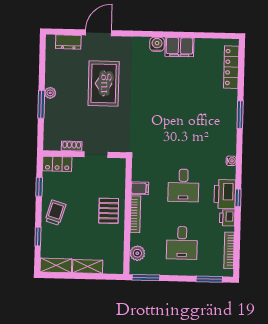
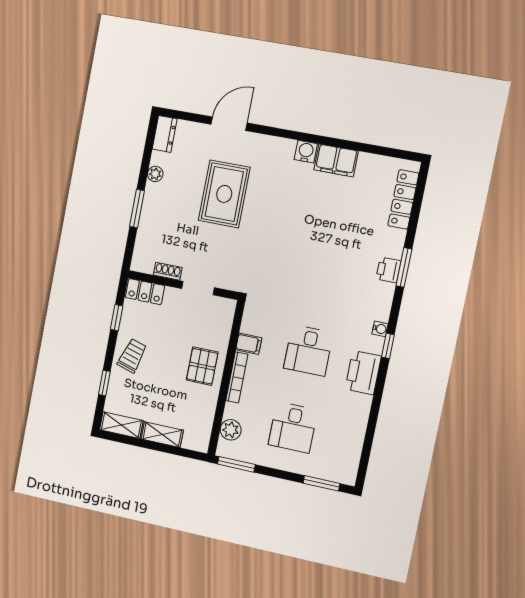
dresser: (68, 42) -> (165, 134), moved, turned -90
plant: (50, 93) -> (155, 174), moved
window: (238, 198) -> (388, 346), moved
printer: (227, 218) -> (388, 270), moved
bookcase: (229, 250) -> (355, 450), removed

